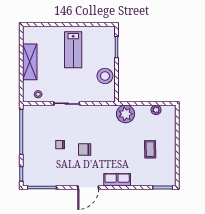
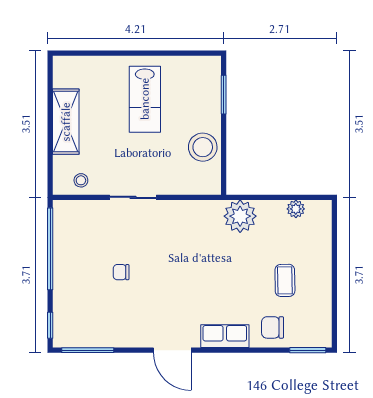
chair: (85, 149) -> (273, 327), moved
door: (88, 187) -> (172, 350), hinge flipped

